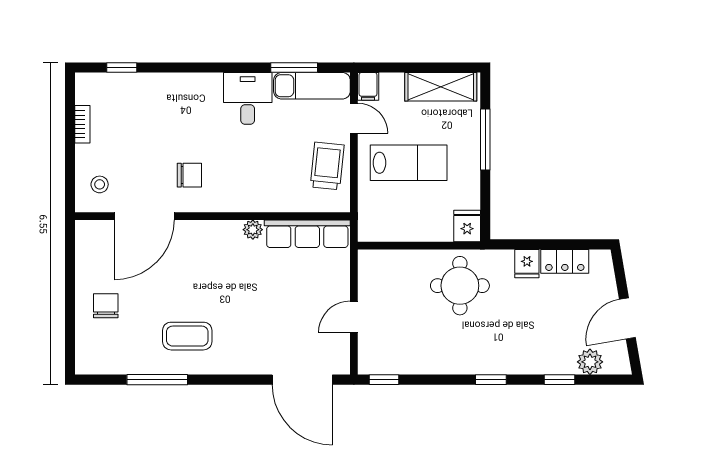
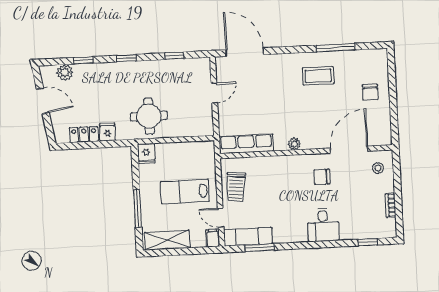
desk: (248, 98) -> (323, 225), moved
plant: (253, 230) -> (294, 144), moved
door: (627, 318) -> (43, 101), hinge flipped
window: (384, 380) -> (174, 56), moved

